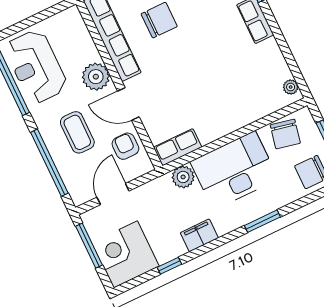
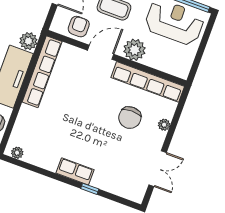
armchair: (125, 146) -> (79, 27), turned -90
row of seats: (178, 147) -> (42, 72), width x2.02

